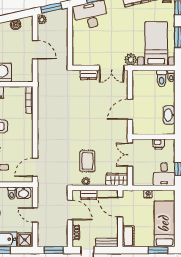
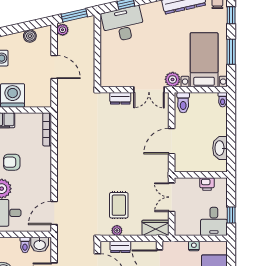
toilet: (162, 78) -> (183, 103), moved

